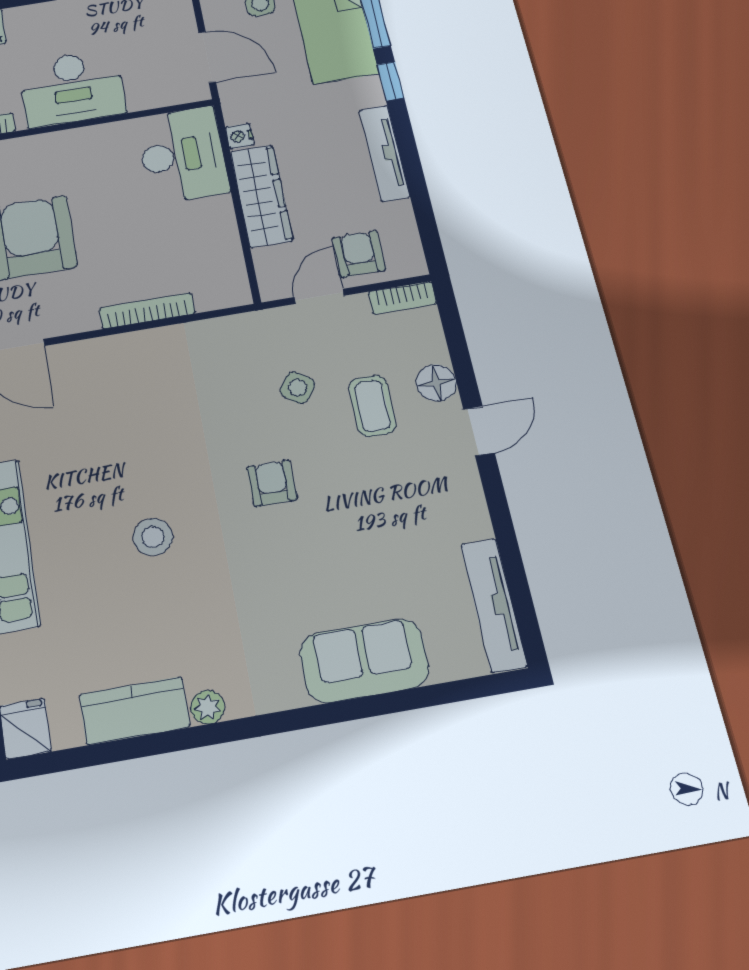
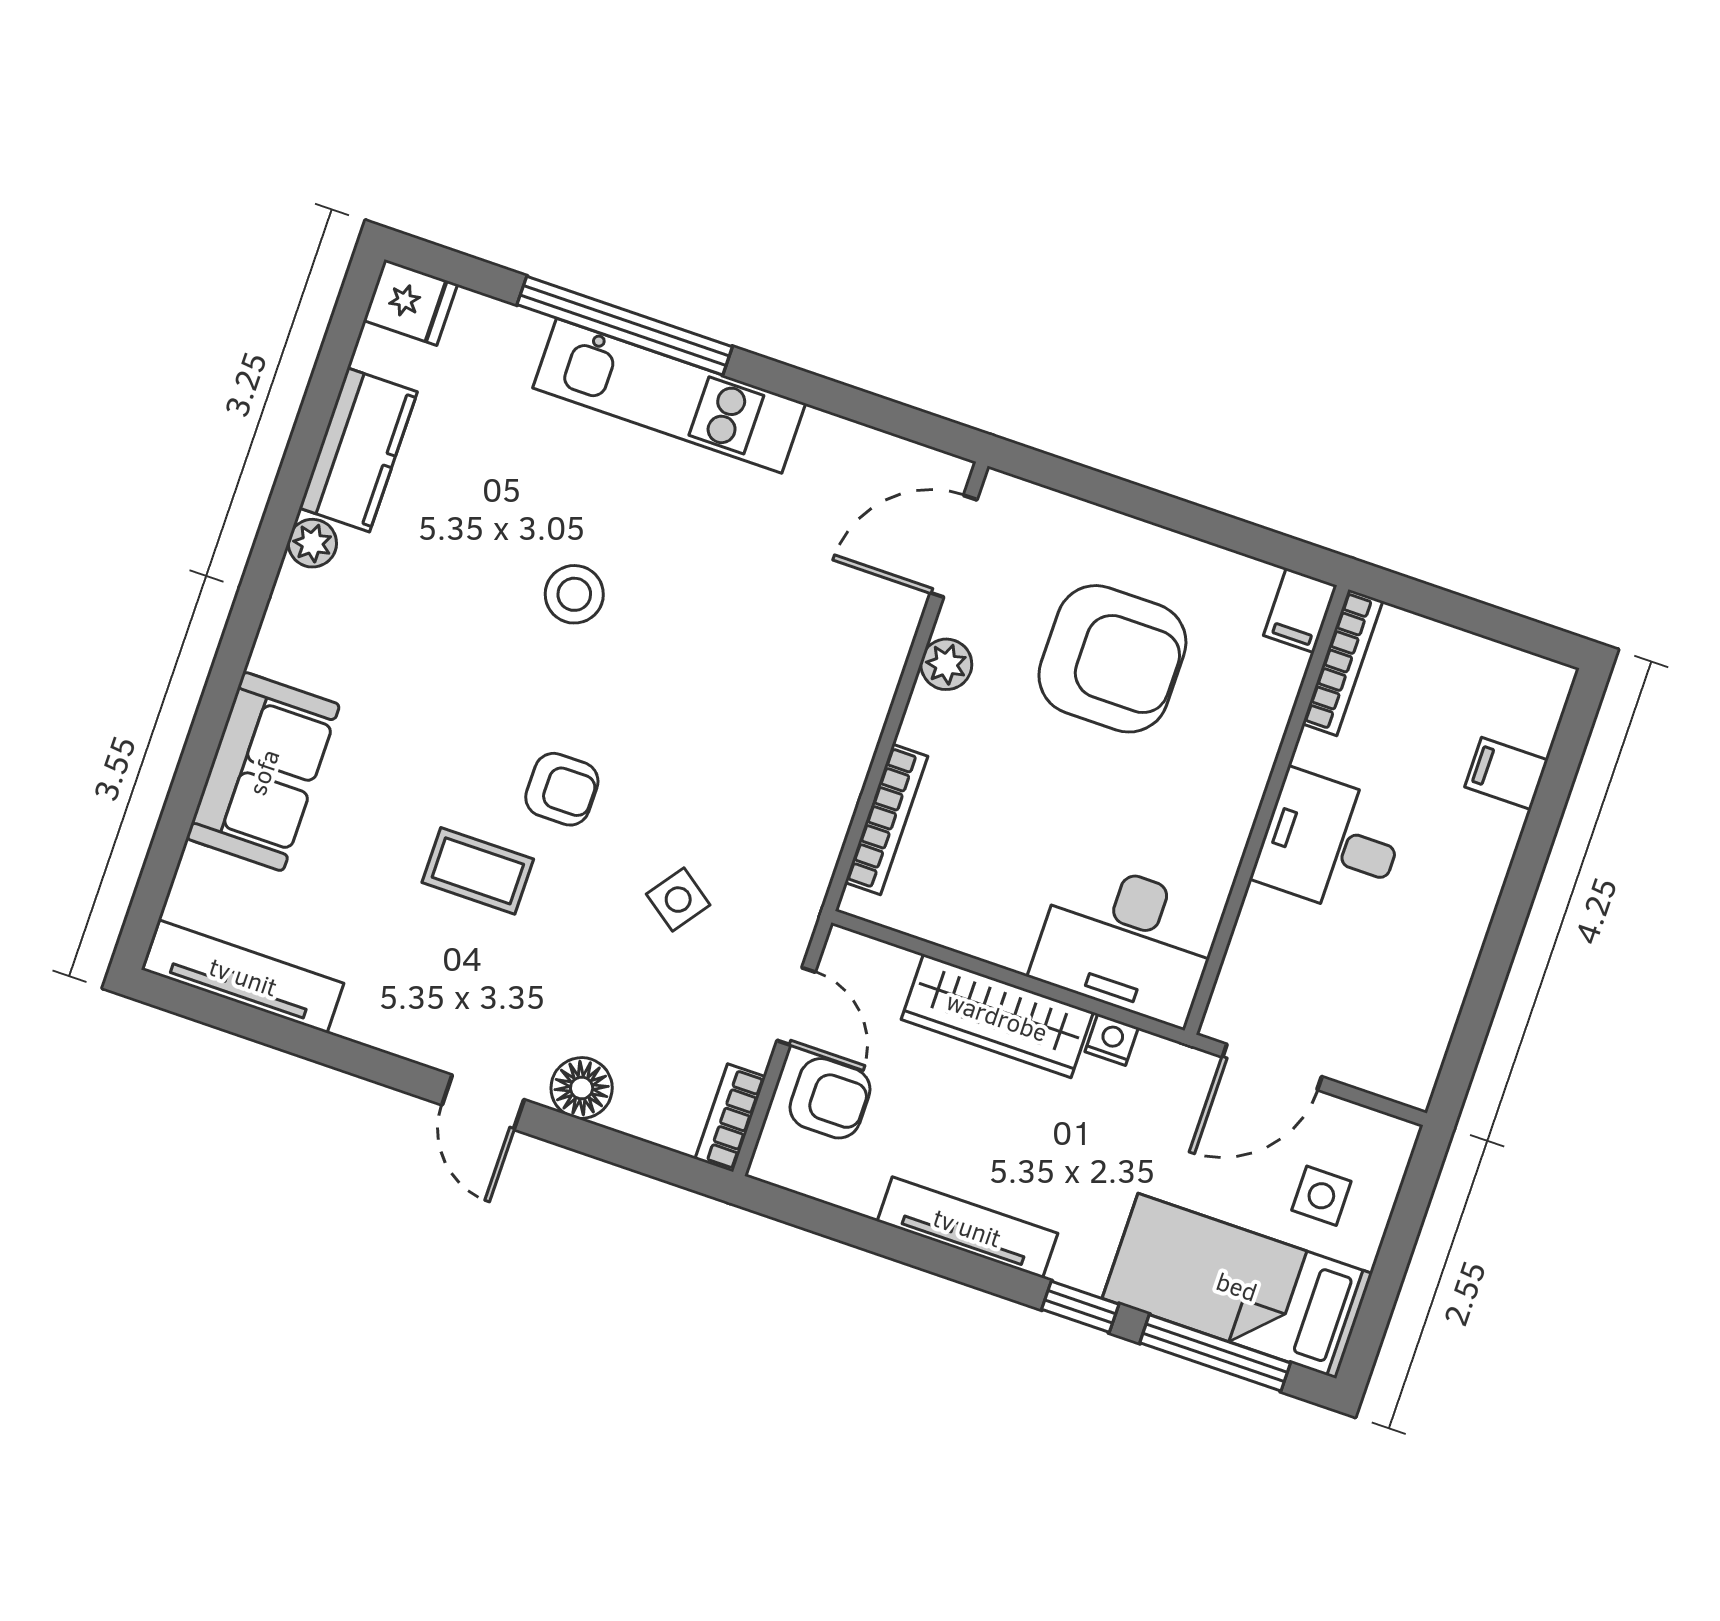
desk: (72, 88) -> (1330, 843), width x0.73
bookcase: (147, 311) -> (886, 819), moved
plant: (81, 318) -> (946, 664), added
coffee table: (372, 406) -> (478, 871), moved

